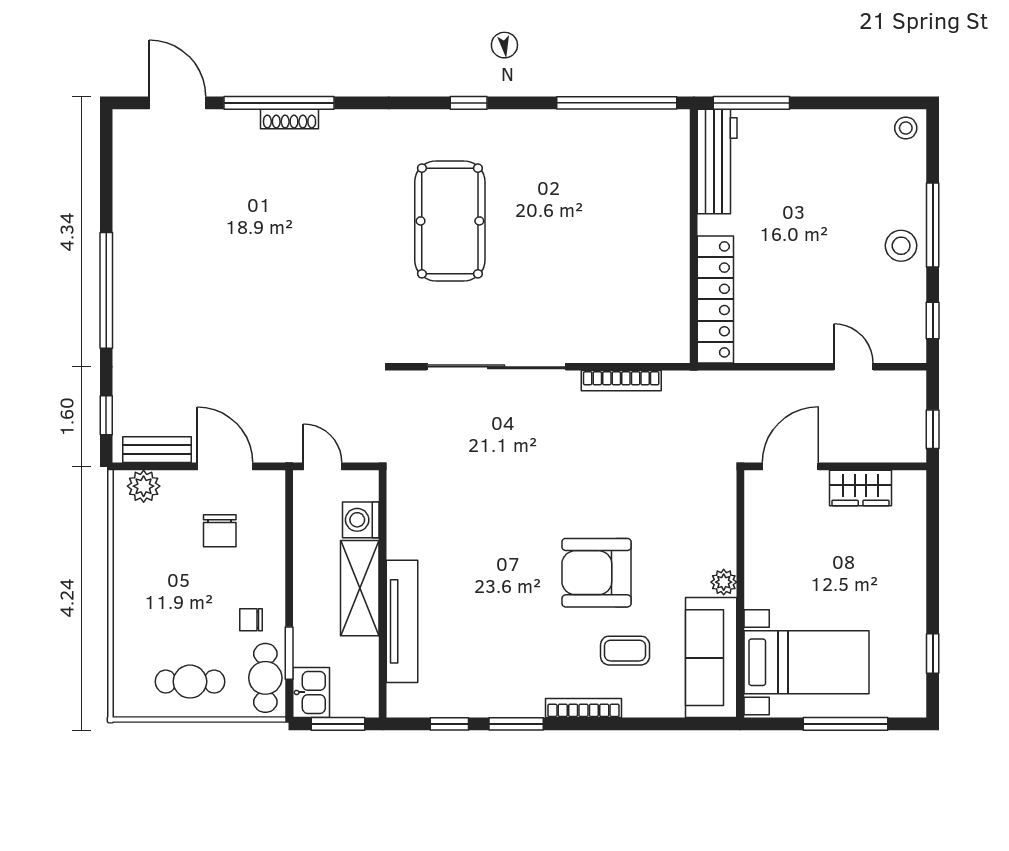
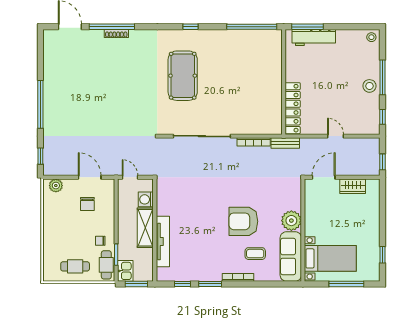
workbench: (717, 161) -> (314, 38), moved, turned 90
door: (854, 367) -> (335, 136), moved
bench: (157, 450) -> (285, 143), moved
plant: (724, 582) -> (291, 221), width x1.88, depth x1.88

